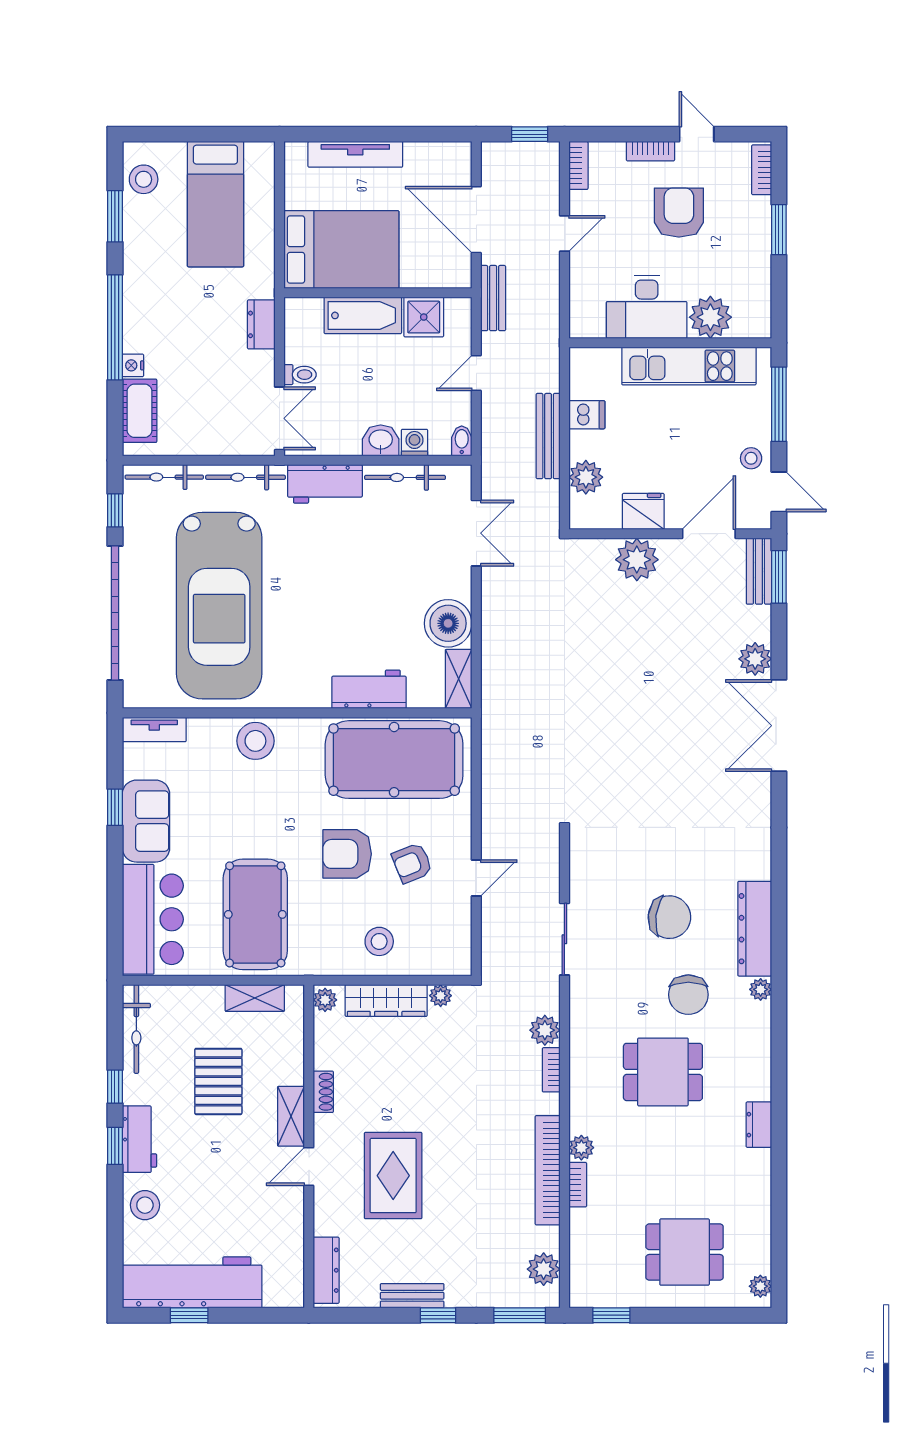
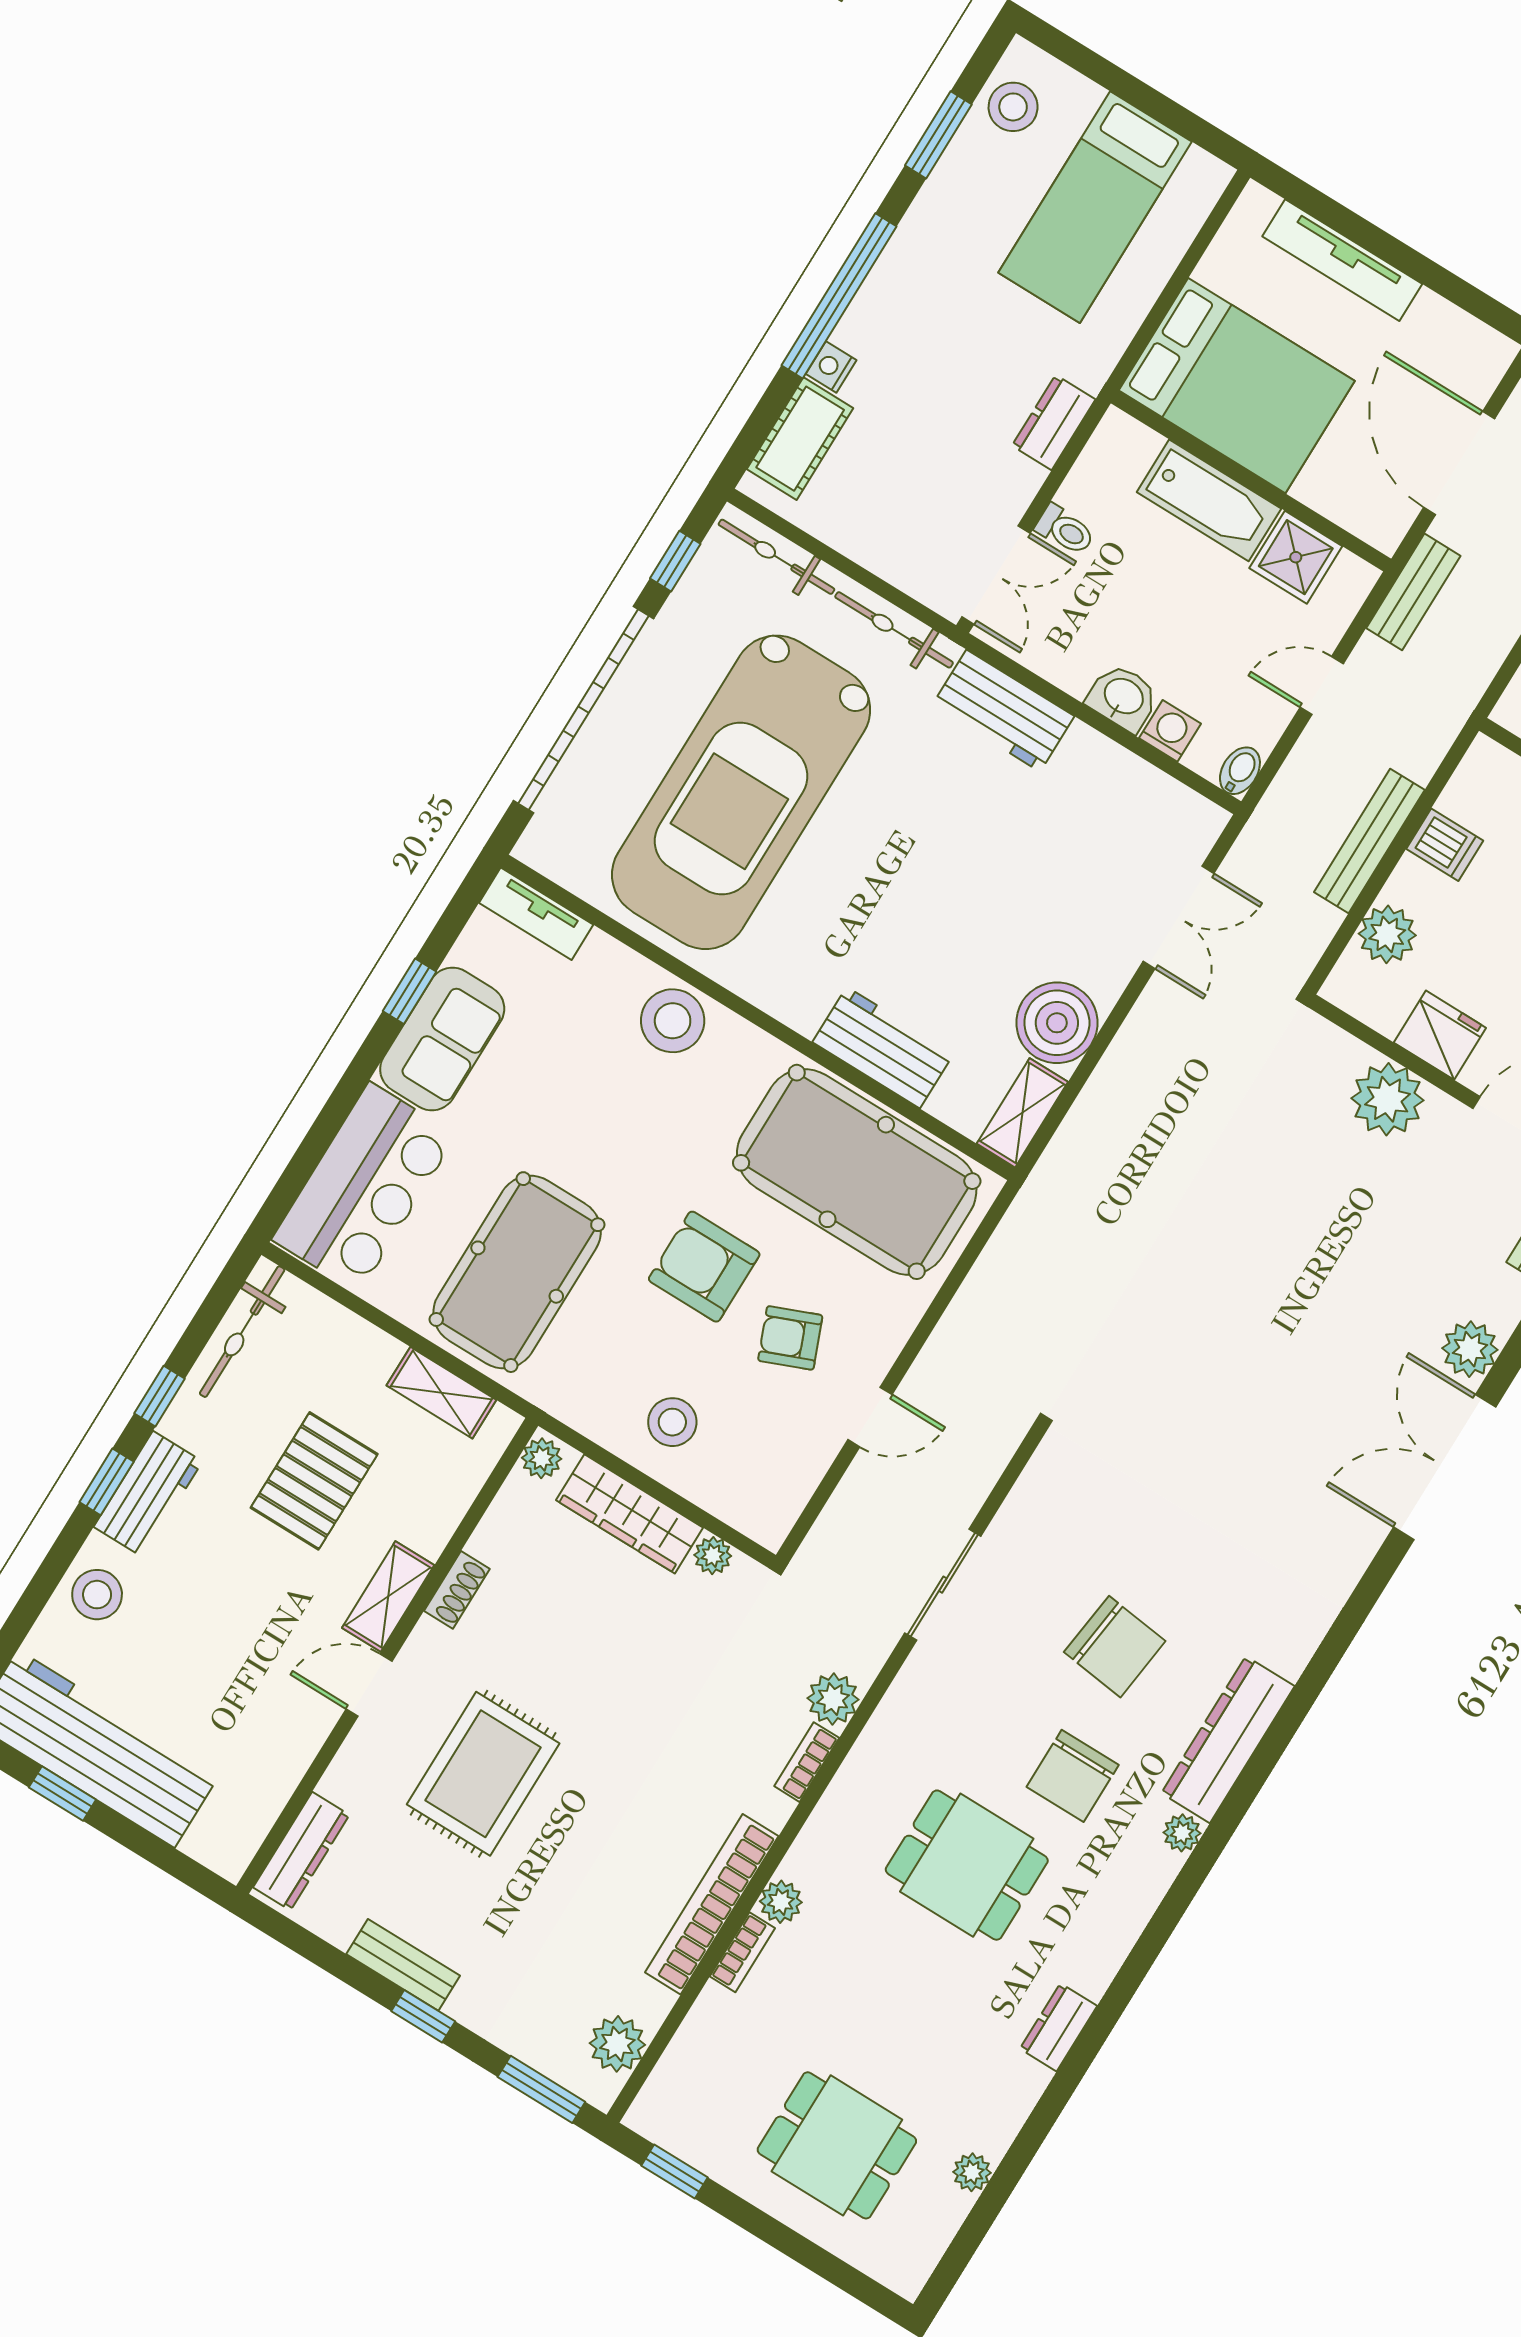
bicycle: (405, 477) -> (1125, 773), removed
plant: (760, 1286) -> (972, 2172), moved

